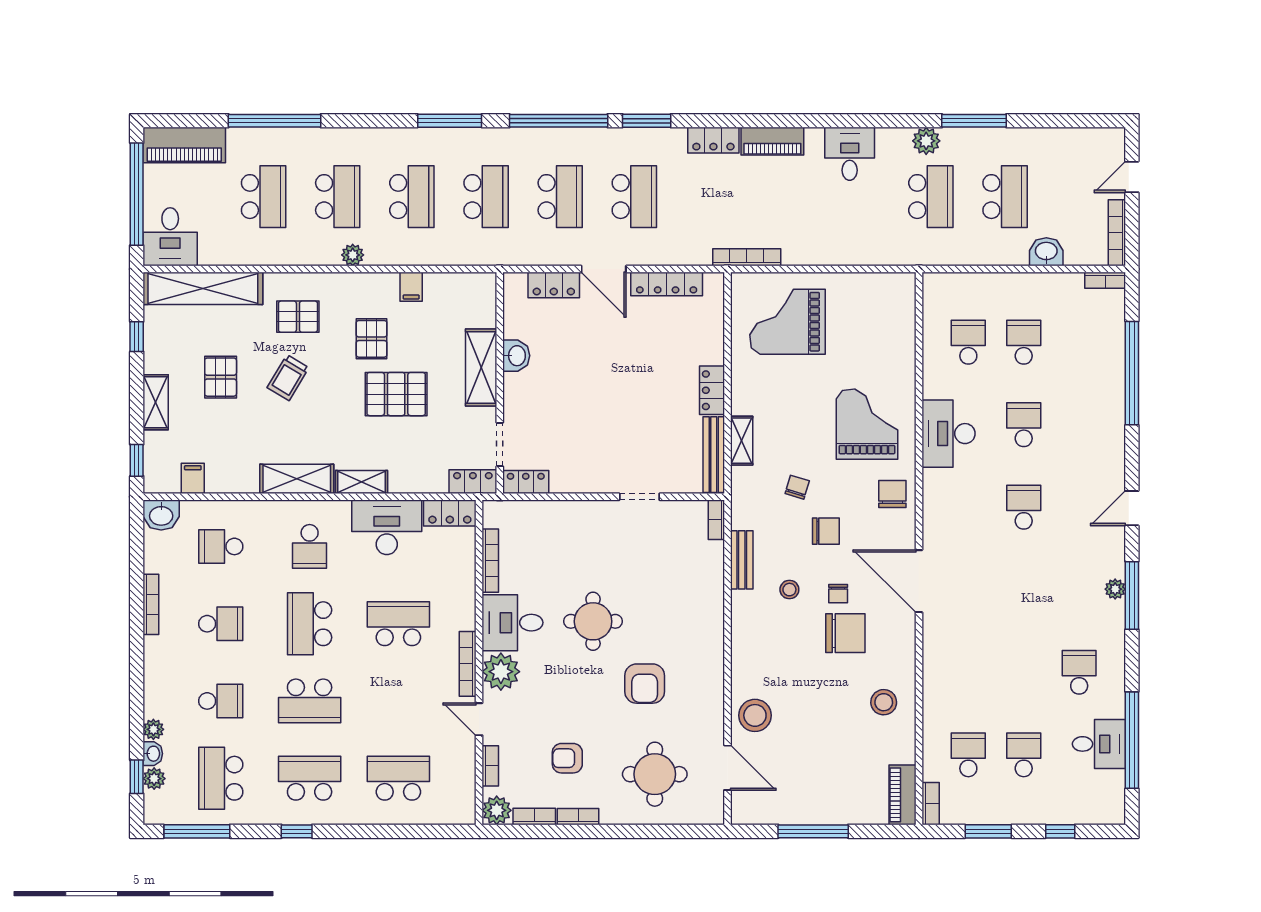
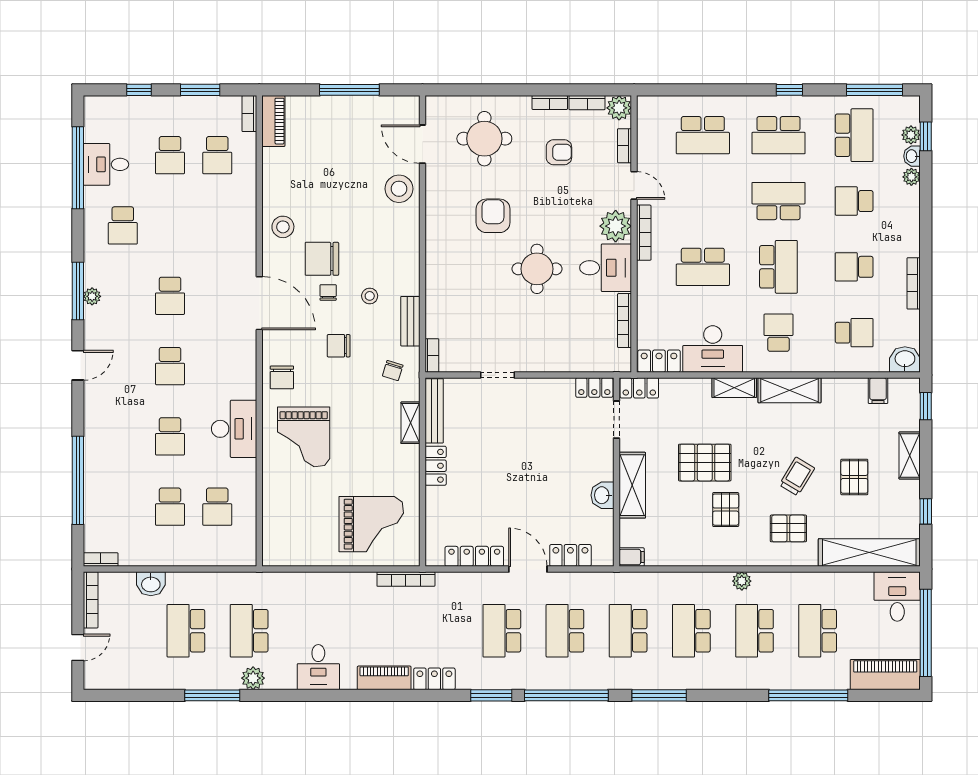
filing cabinet: (411, 287) -> (632, 557), moved, turned 90
chair: (797, 487) -> (393, 371), moved
school desk: (1024, 590) -> (170, 296), added
stool: (884, 702) -> (283, 227), moved

